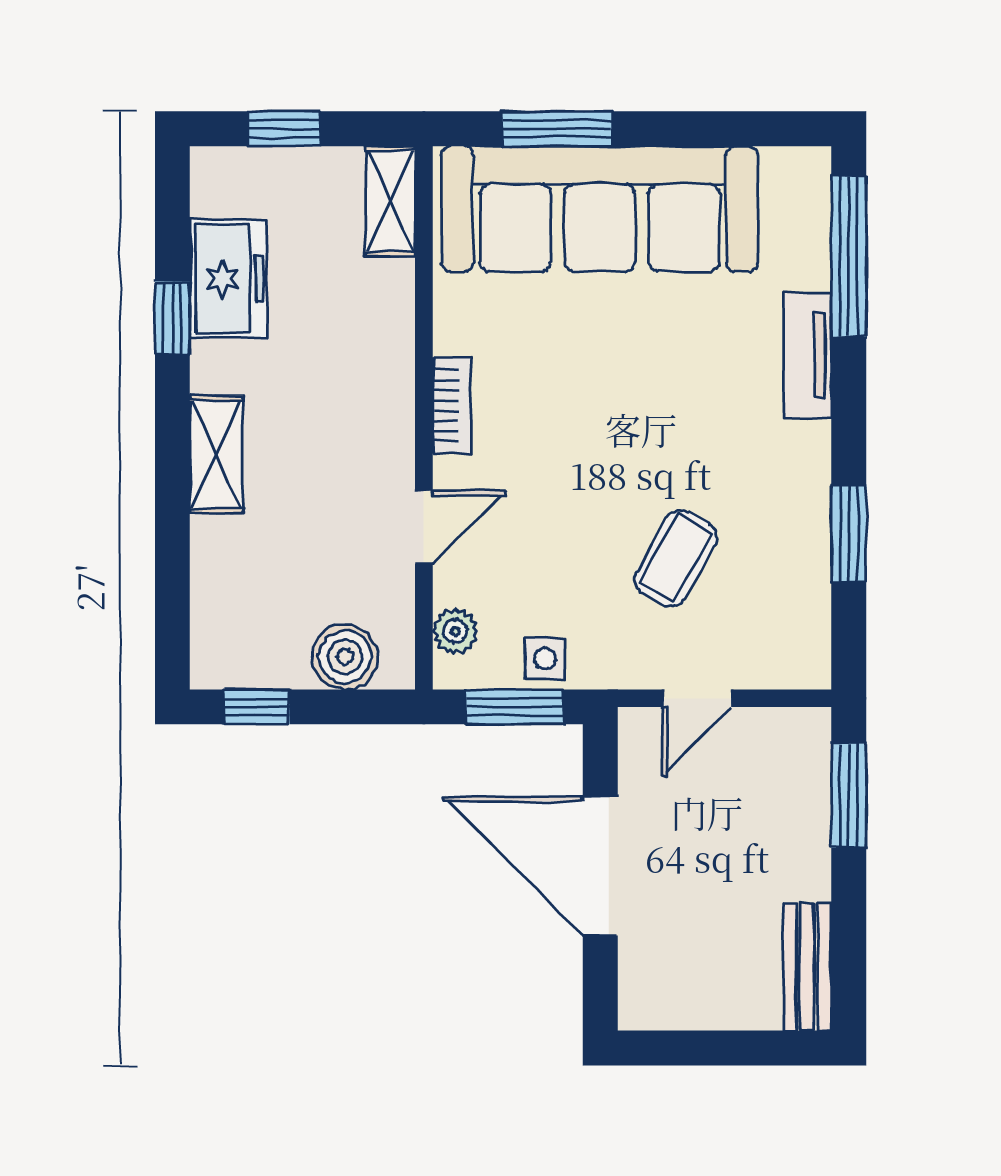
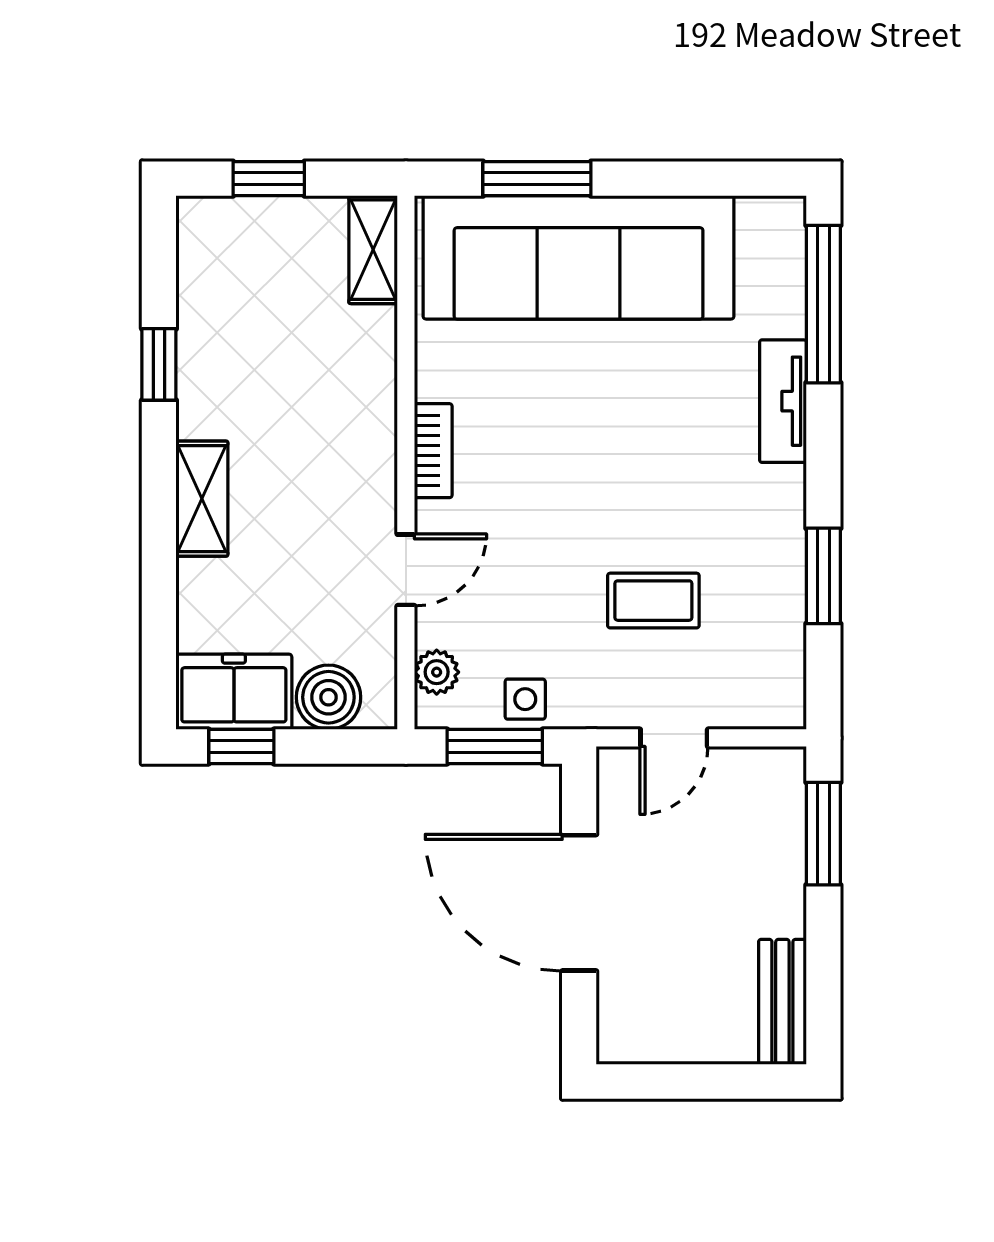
freezer: (228, 279) -> (234, 692), moved, turned -90
coffee table: (676, 558) -> (653, 601), turned 60

